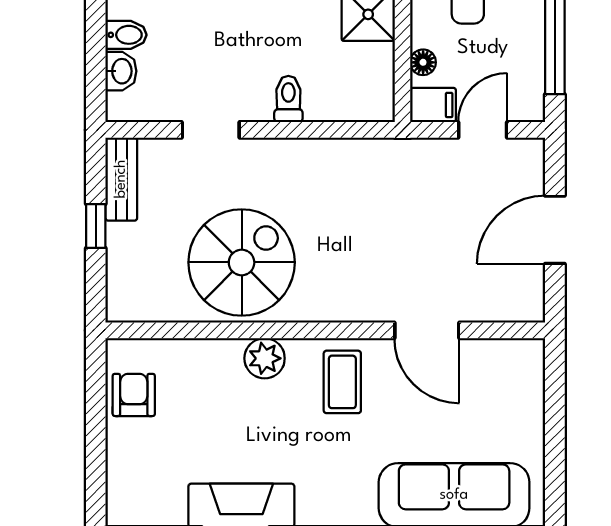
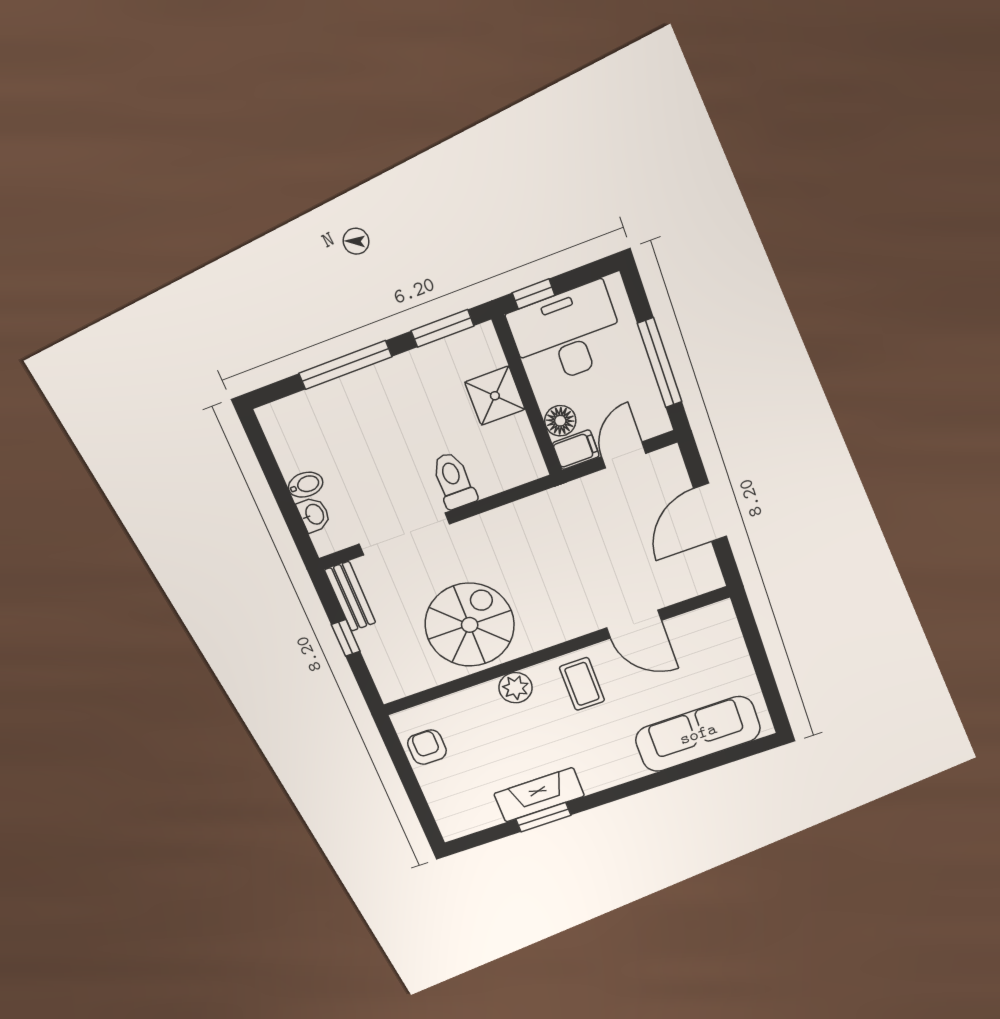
floor lamp: (423, 62) -> (560, 421), width x1.37, depth x1.37
toilet: (288, 99) -> (454, 481), width x1.37, depth x1.39
doorway: (211, 130) -> (404, 534), width x1.87

